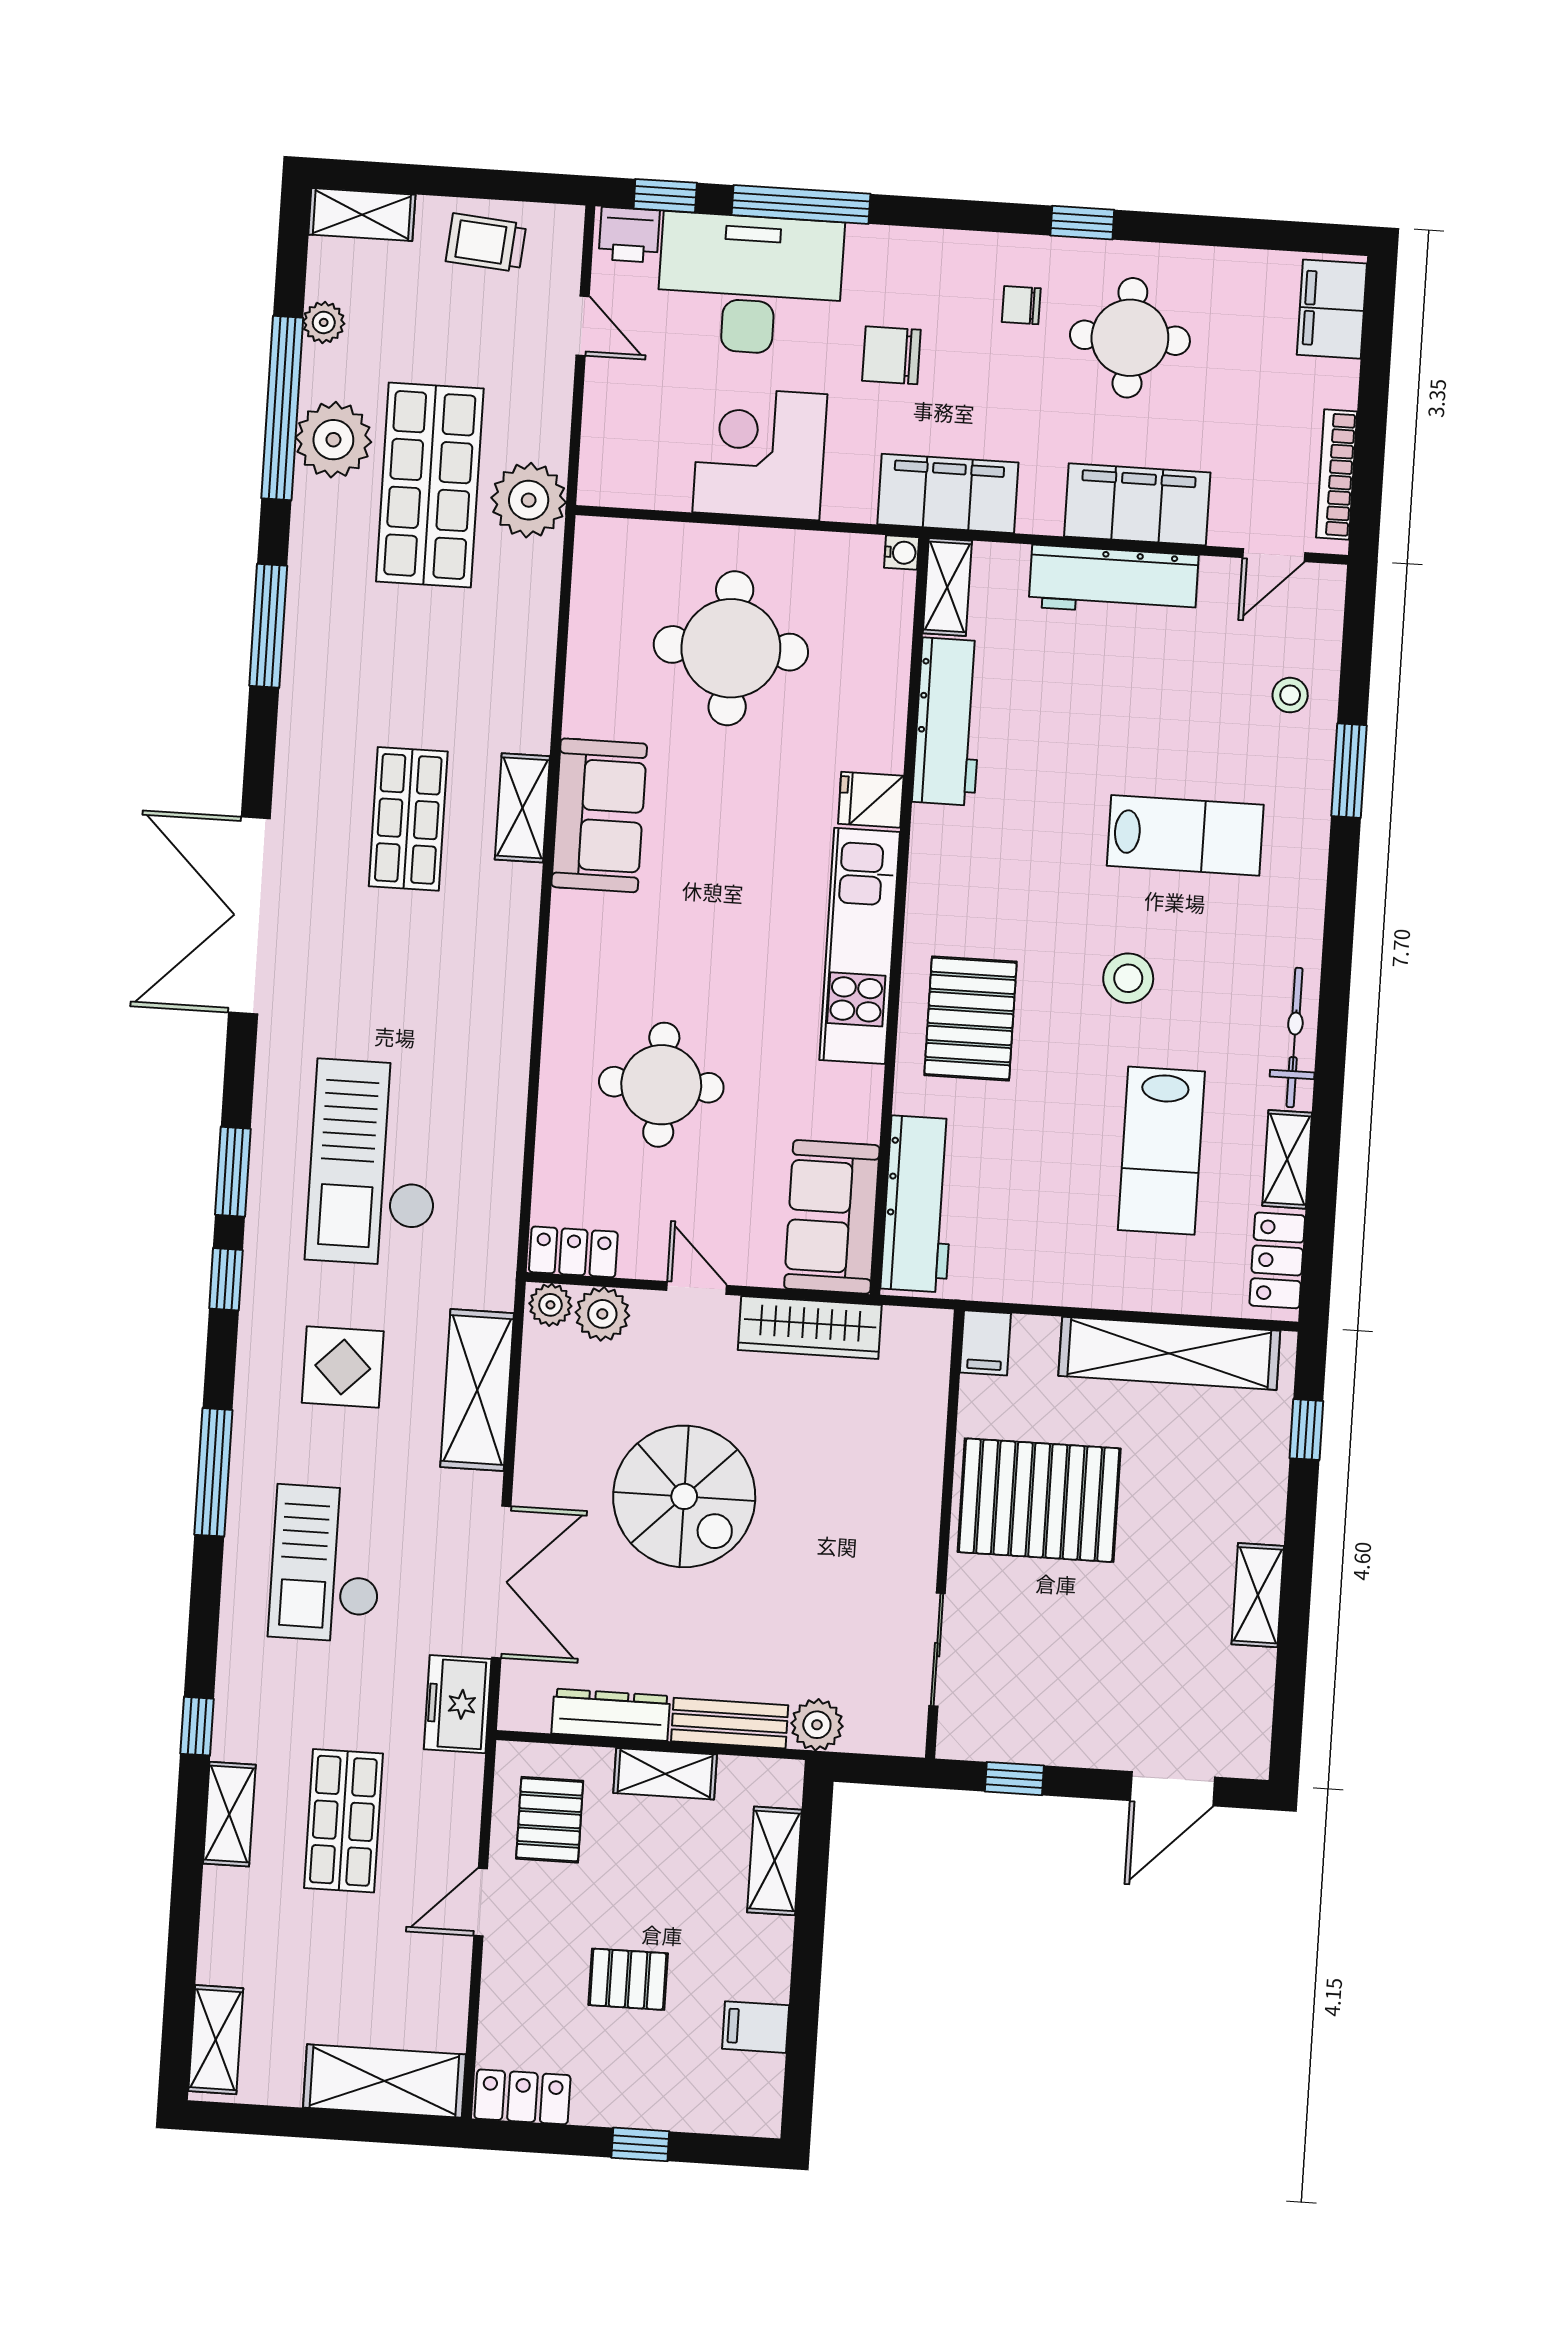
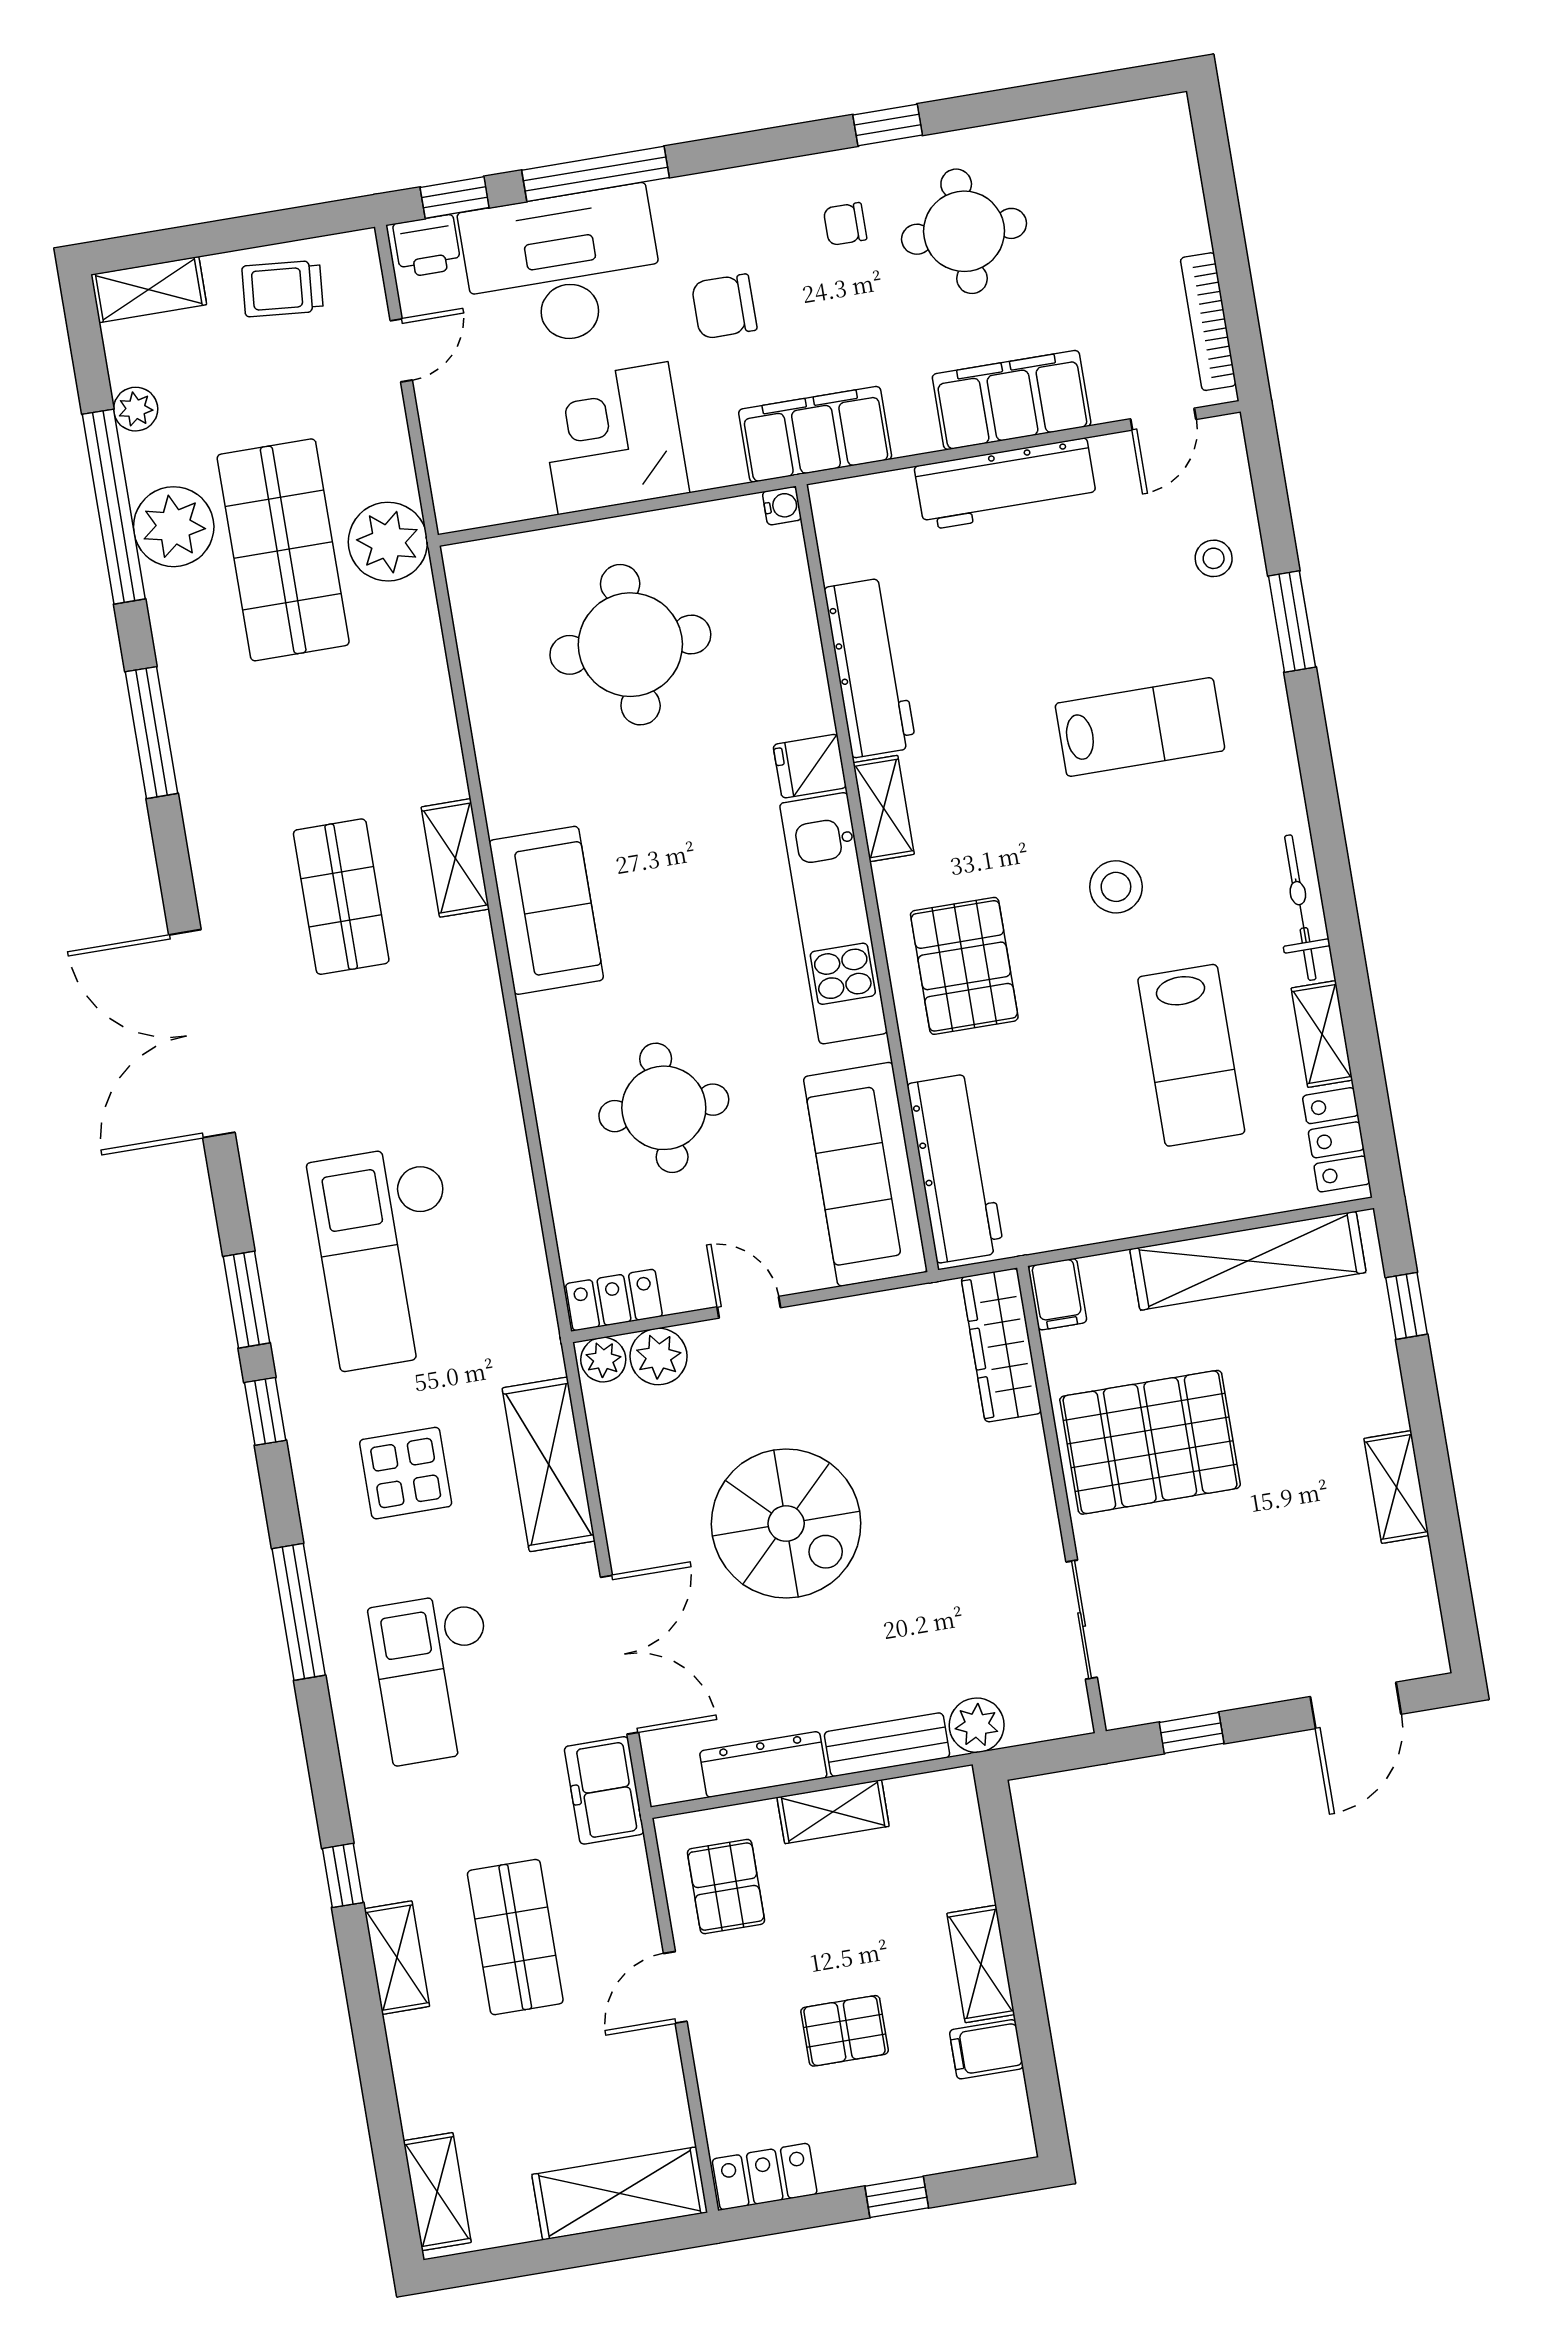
filing cabinet: (1332, 309) -> (1164, 154), removed
door: (583, 326) -> (401, 350), hinge flipped
shelving: (947, 587) -> (884, 808), moved
sofa: (599, 815) -> (546, 910), moved
sofa: (832, 1217) -> (865, 1174), width x1.36
wardrobe: (810, 1327) -> (1001, 1345), moved, turned 90
shelving: (774, 1861) -> (981, 1964), moved

